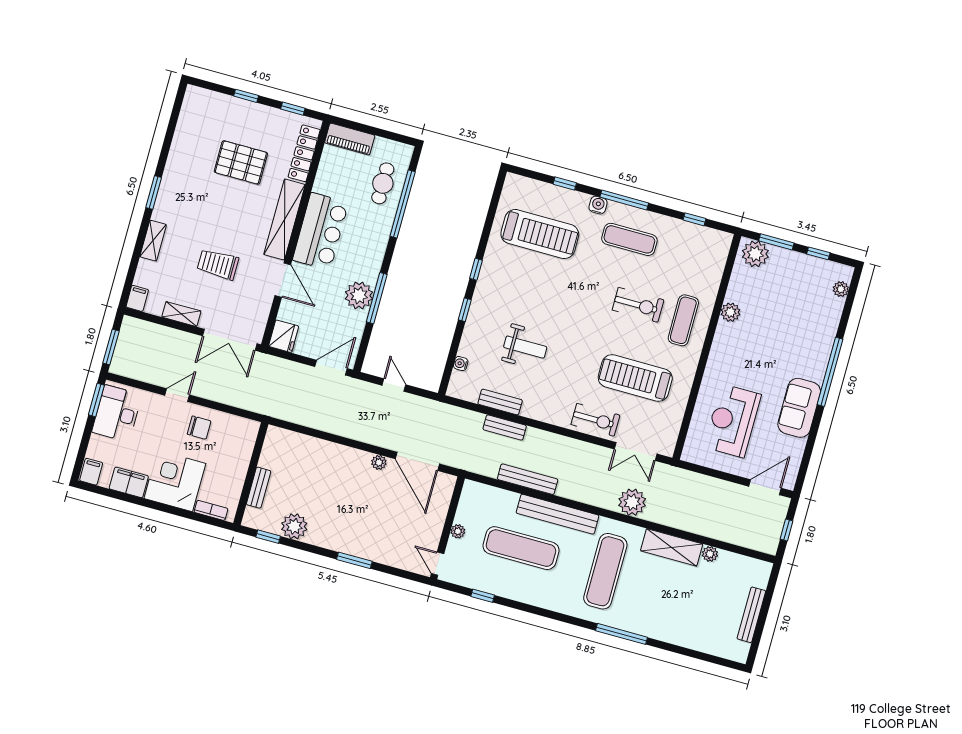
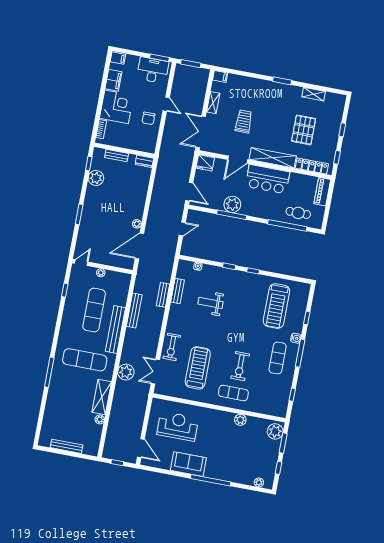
shelving: (153, 241) -> (314, 94), moved
weight bench: (525, 347) -> (210, 303), turned 90
dresser: (272, 441) -> (144, 161), added

